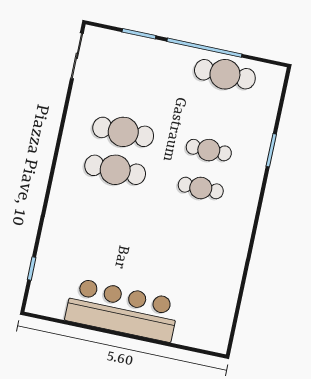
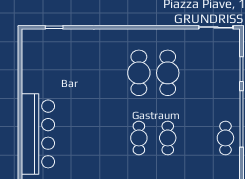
cafe table: (225, 74) -> (225, 138), width x0.73, depth x0.74
bar counter: (122, 310) -> (38, 134), moved

